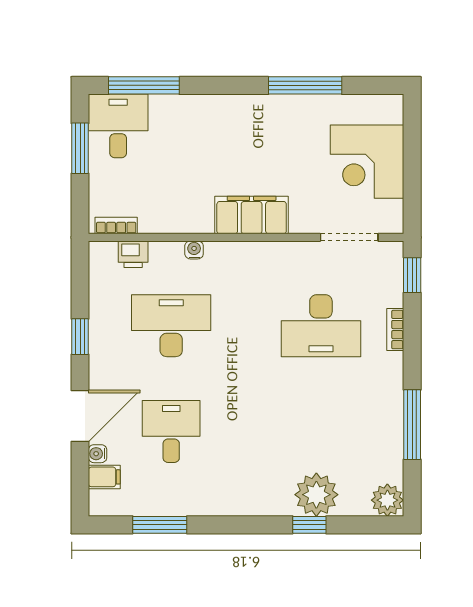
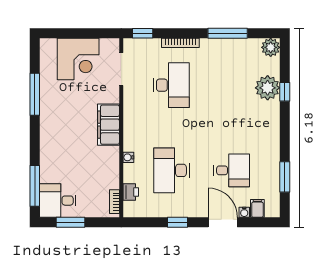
bookcase: (395, 330) -> (180, 43), width x1.56
desk: (171, 431) -> (232, 170), turned 180

